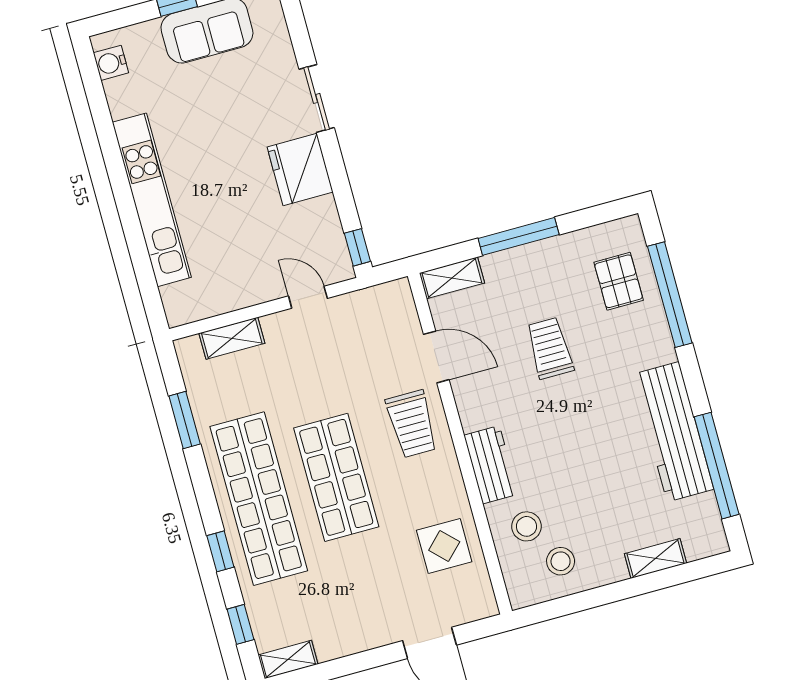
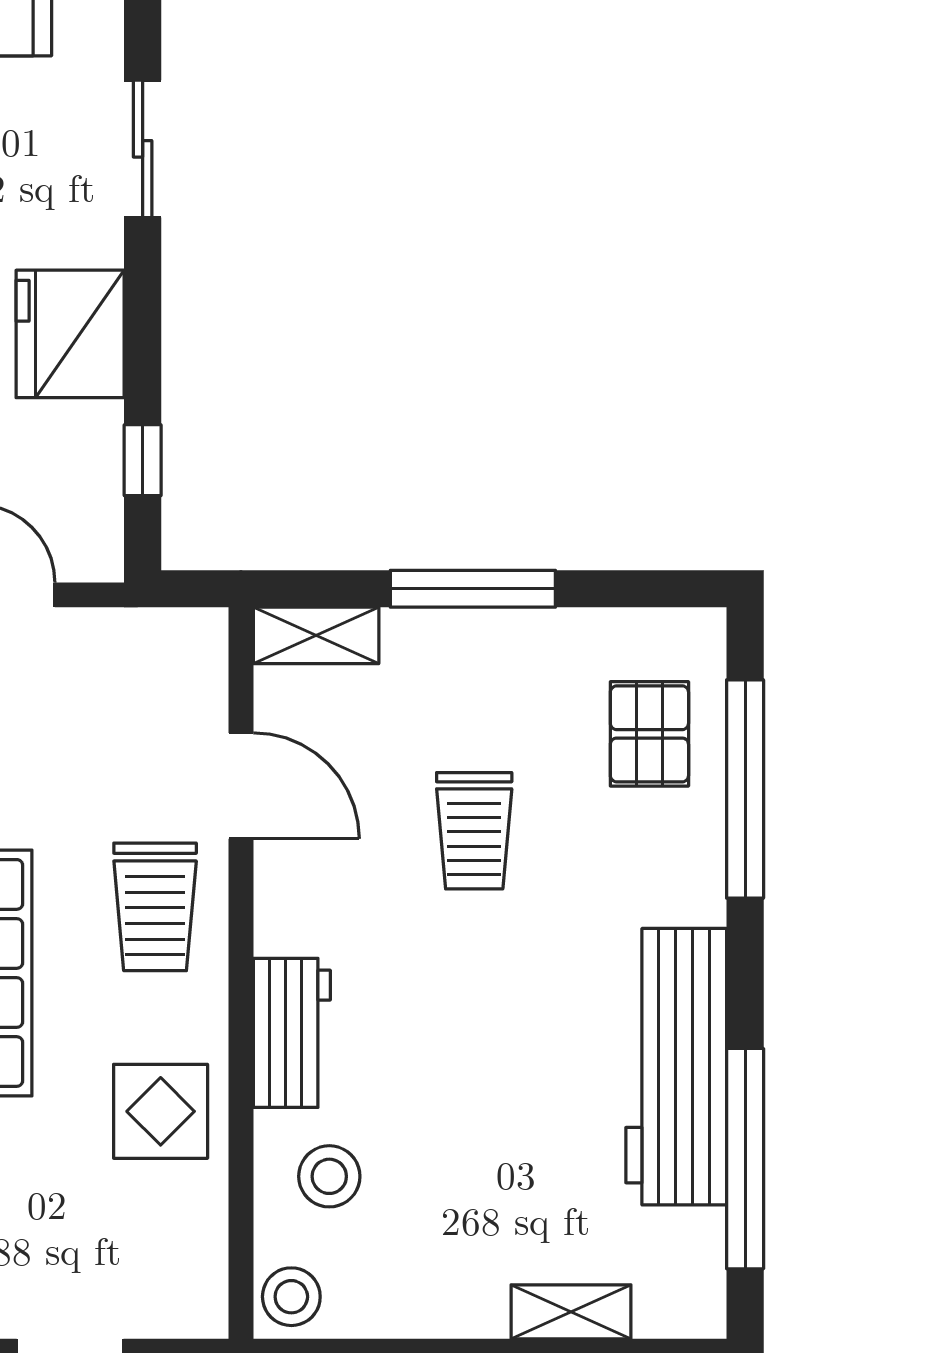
sliding door: (317, 98) -> (143, 149), moved
window: (357, 247) -> (143, 460), moved
trolley: (550, 348) -> (474, 831), turned 180
display table: (444, 546) -> (161, 1111), moved
stool: (561, 561) -> (291, 1297), moved

